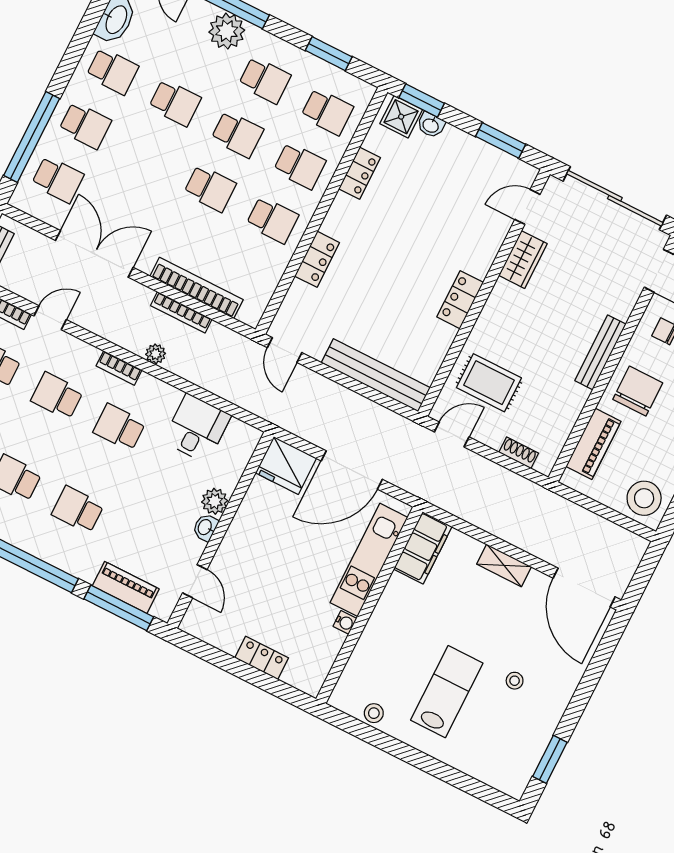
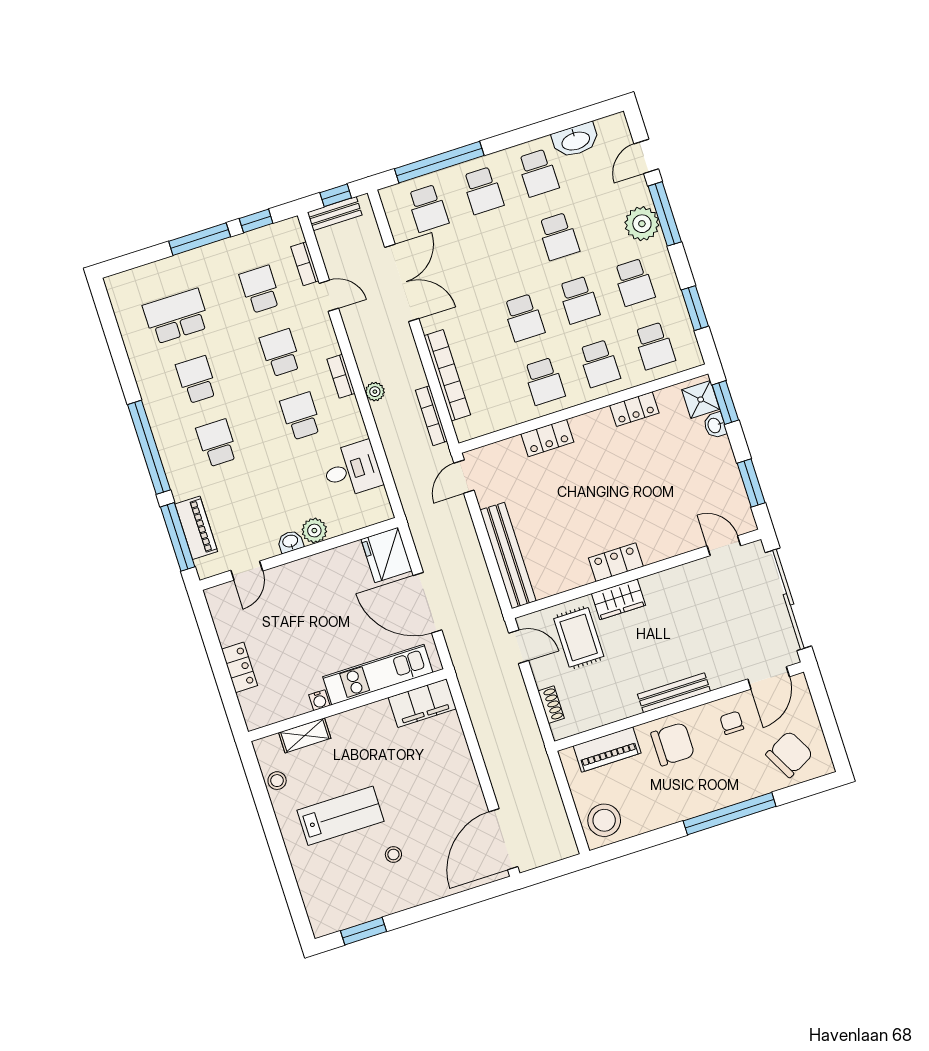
wardrobe: (523, 260) -> (619, 599), moved
bookcase: (181, 312) -> (431, 416), moved
shelving: (504, 565) -> (305, 735), moved, turned 90

